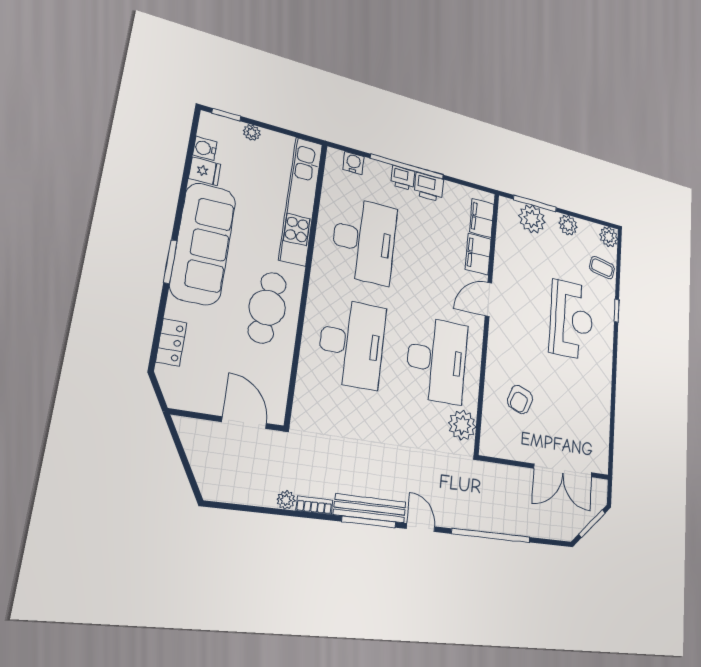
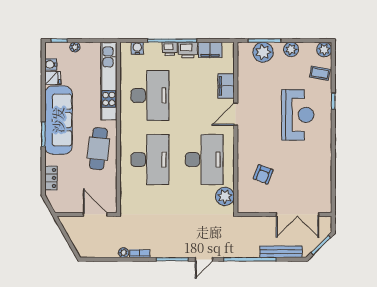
filing cabinet: (482, 218) -> (210, 50), moved, turned -90
bench: (370, 508) -> (281, 252), moved
door: (421, 528) -> (204, 259), swing flipped

